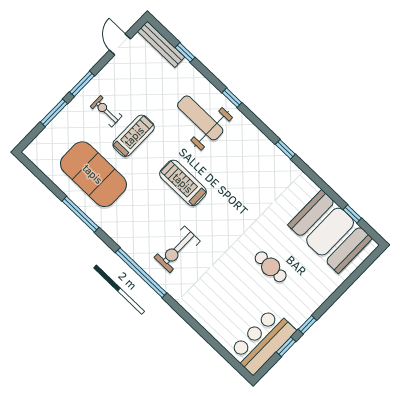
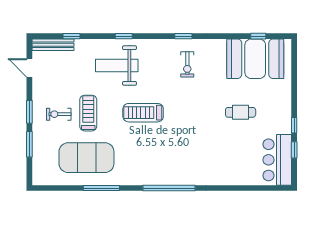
exercise bike: (177, 249) -> (187, 64), moved, width x0.73, depth x0.72

